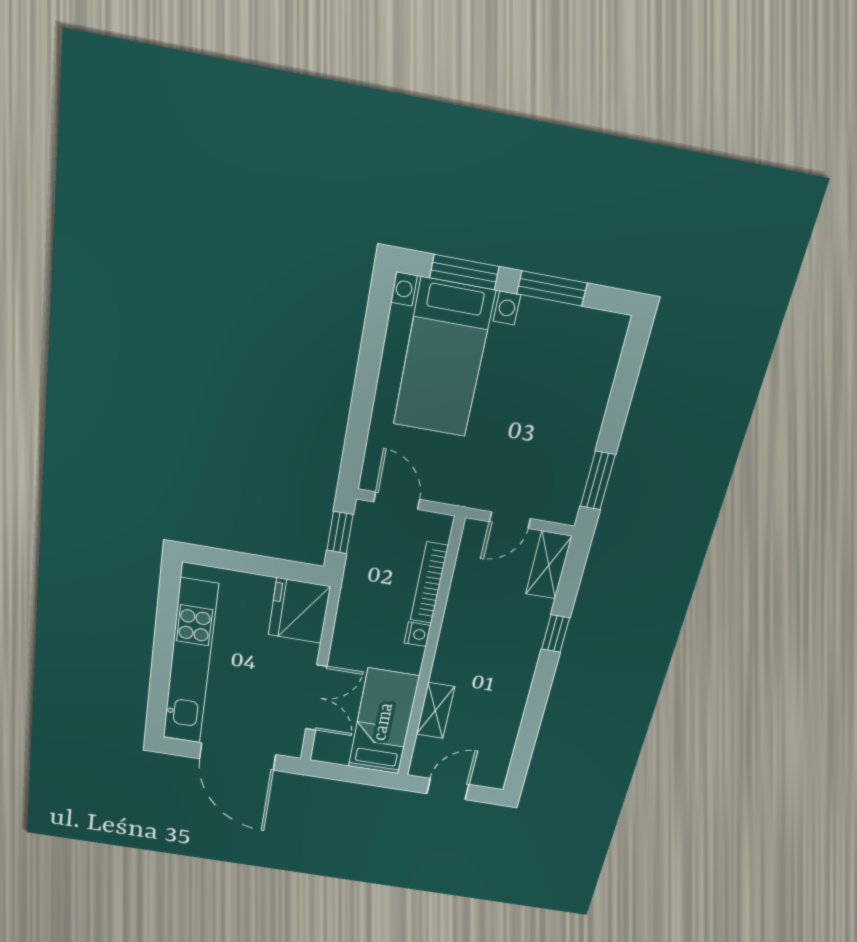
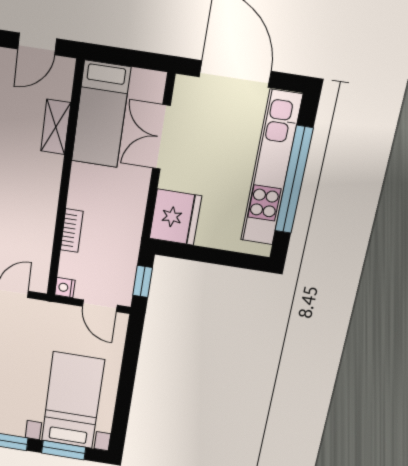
bookcase: (429, 583) -> (72, 231), width x0.64
nightstand: (418, 634) -> (65, 288), moved
window: (163, 650) -> (294, 180), added

